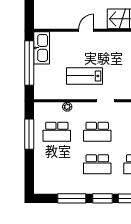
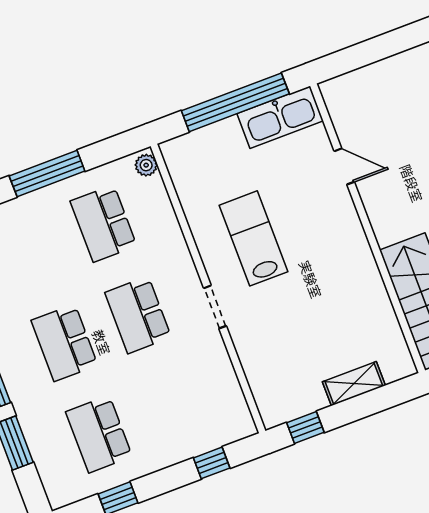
door: (86, 30) -> (344, 166), moved
plant: (67, 107) -> (146, 165), moved
window: (29, 134) -> (47, 173), moved

